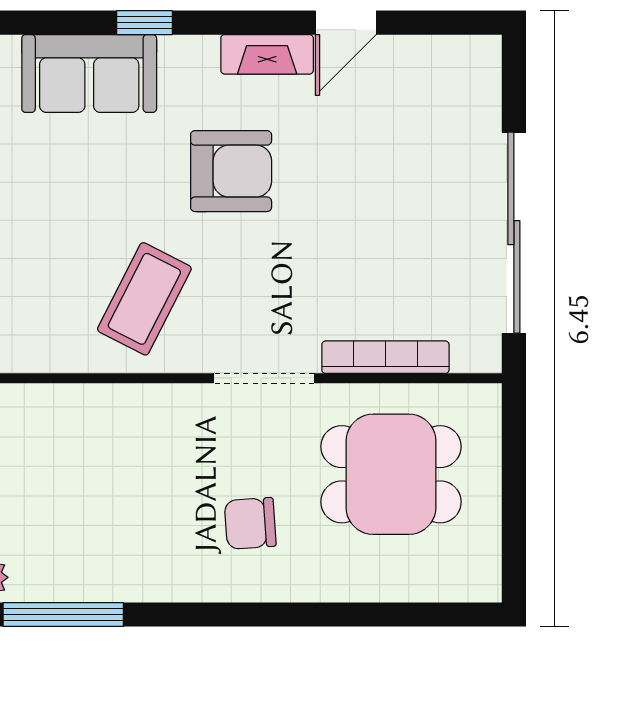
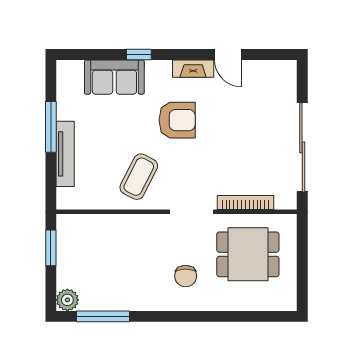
door: (346, 23) -> (228, 54), hinge flipped
chair: (250, 523) -> (186, 276), turned -86

